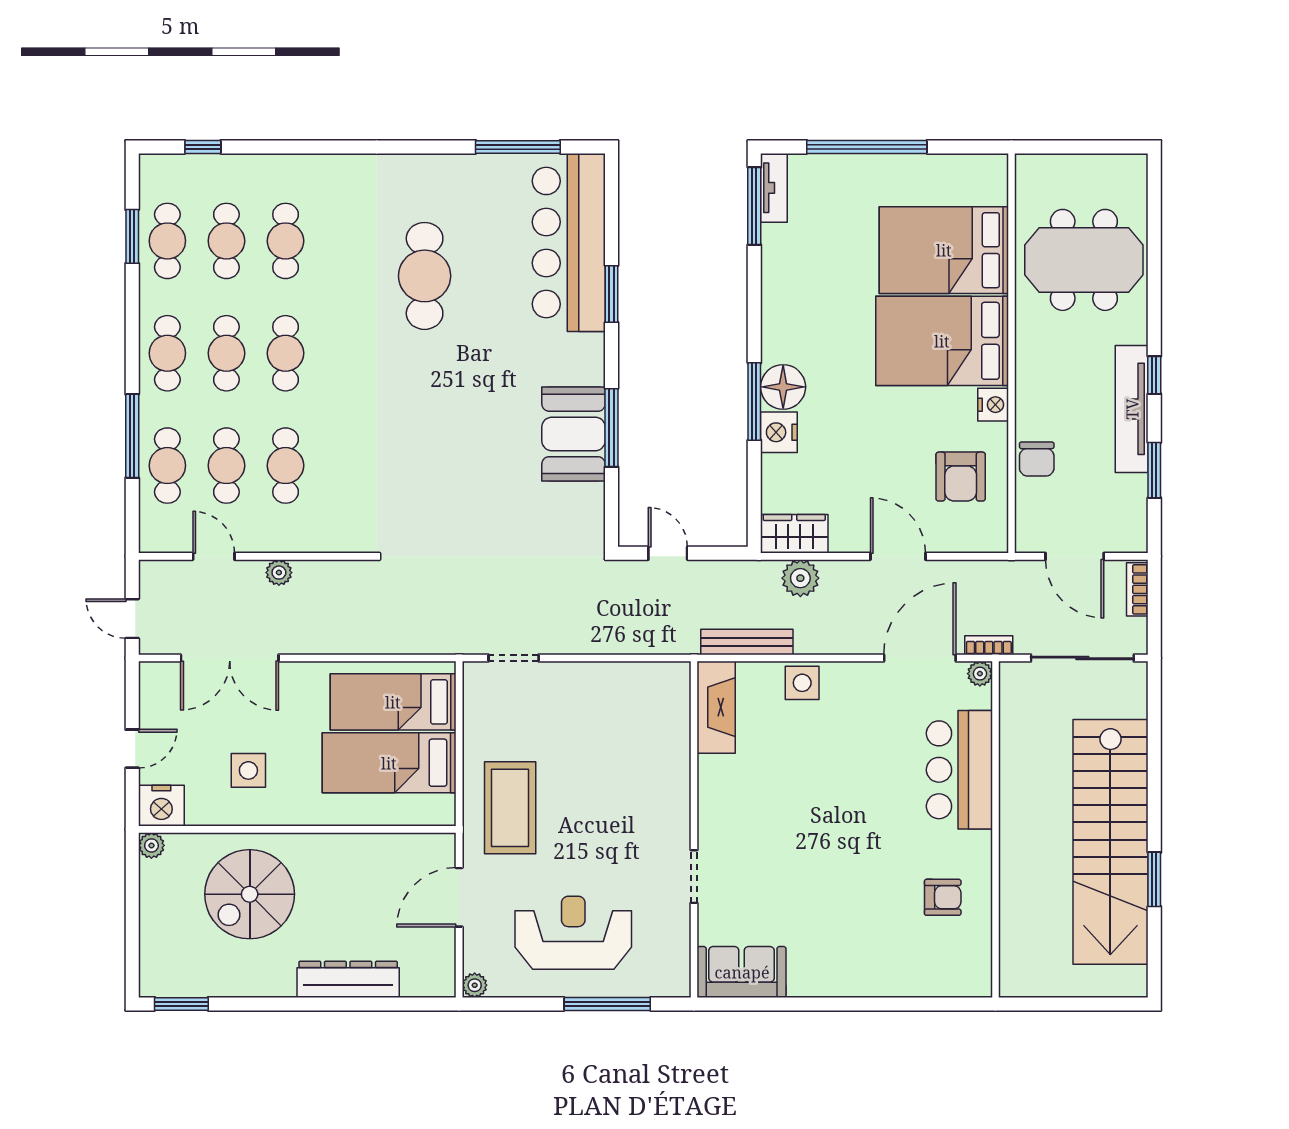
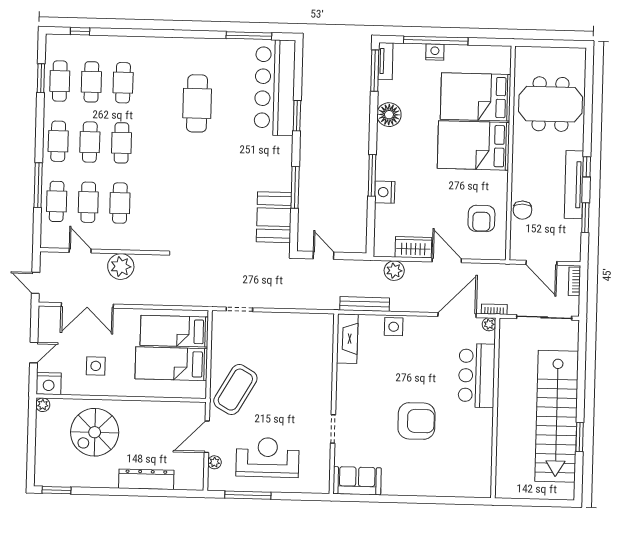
floor lamp: (783, 387) -> (389, 115), moved
nightstand: (993, 405) -> (435, 52), moved, turned -90
booth: (574, 434) -> (274, 217), moved
wardrobe: (794, 534) -> (413, 247), moved
plant: (279, 573) -> (121, 267), width x1.88, depth x1.88
coffee table: (510, 808) -> (235, 390), turned 30
armchair: (943, 897) -> (416, 421), moved, width x1.88, depth x1.88
plant: (475, 985) -> (215, 462), moved
window: (607, 1004) -> (248, 495), moved

